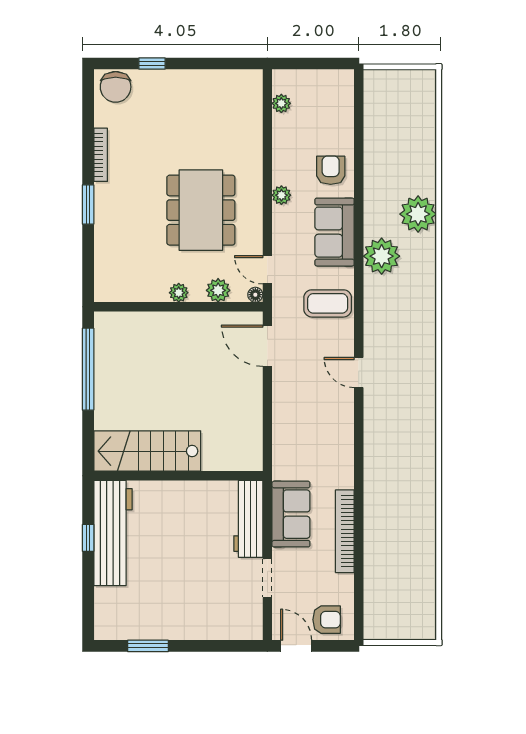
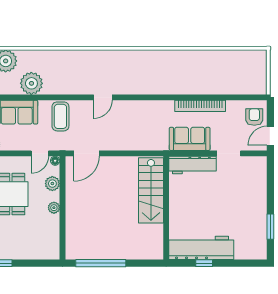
stairs: (147, 451) -> (151, 190), moved

